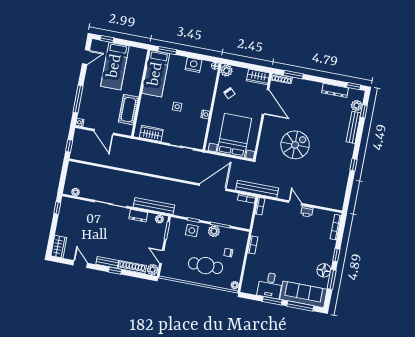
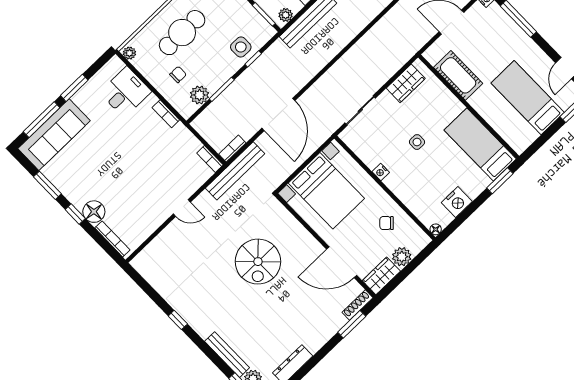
plant: (226, 71) -> (402, 257), moved
printer: (307, 211) -> (160, 216), removed
plant: (214, 231) -> (199, 95), moved
floor lamp: (324, 270) -> (94, 212), moved
desk: (270, 285) -> (125, 92), moved, turned 90

